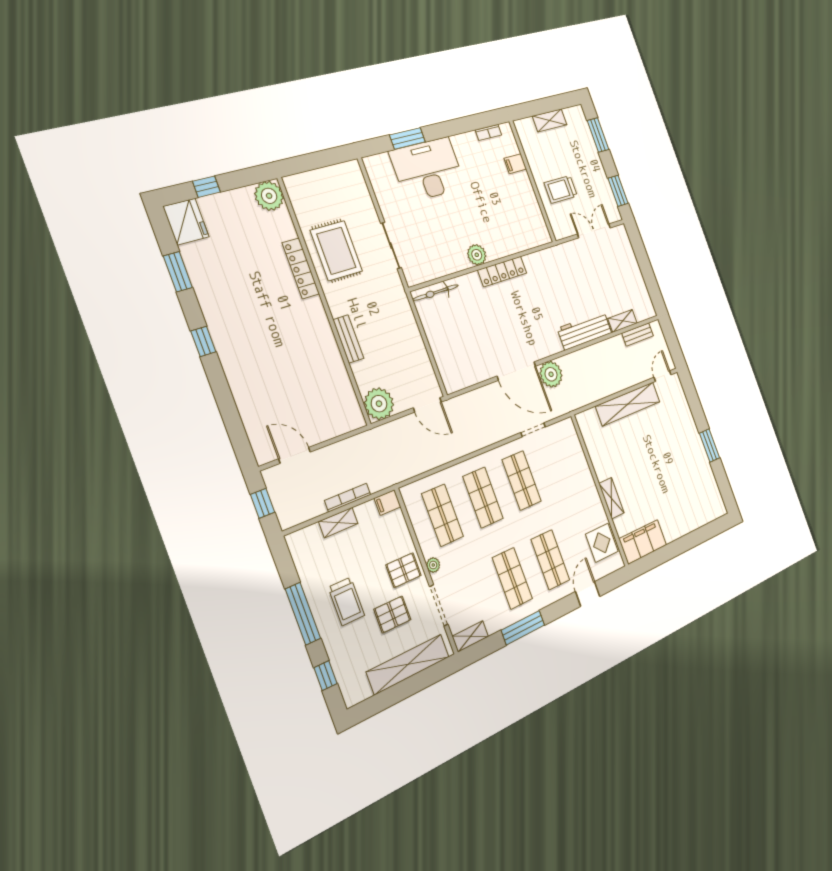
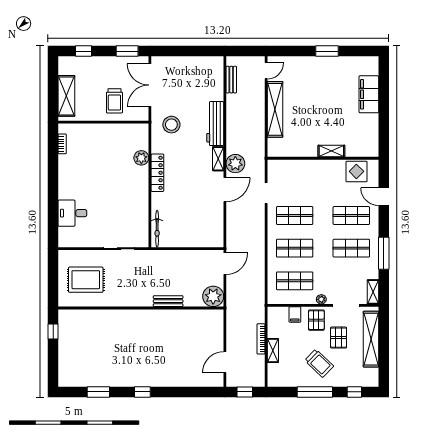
shelving: (550, 120) -> (66, 96), width x1.50, depth x1.33
window: (598, 135) -> (83, 51), width x0.67
window: (407, 138) -> (53, 208), removed
filing cabinet: (515, 164) -> (88, 131), removed
desk: (428, 170) -> (72, 213), width x0.53, depth x0.77
window: (206, 187) -> (53, 331), moved
plant: (269, 196) -> (68, 319), removed
fridge: (186, 222) -> (71, 376), removed
double door: (594, 231) -> (150, 85), width x1.37
rug: (336, 251) -> (86, 280), moved
plant: (477, 255) -> (141, 158), moved
locker: (301, 268) -> (117, 316), removed
stool: (562, 273) -> (171, 125), added
shelving: (623, 321) -> (218, 159), moved
door: (516, 371) -> (225, 190), width x0.73
door: (662, 376) -> (266, 71), swing flipped
filing cabinet: (387, 502) -> (295, 315), moved
filing cabinet: (643, 542) -> (369, 94), moved
trolley: (346, 601) -> (319, 363), turned 44

